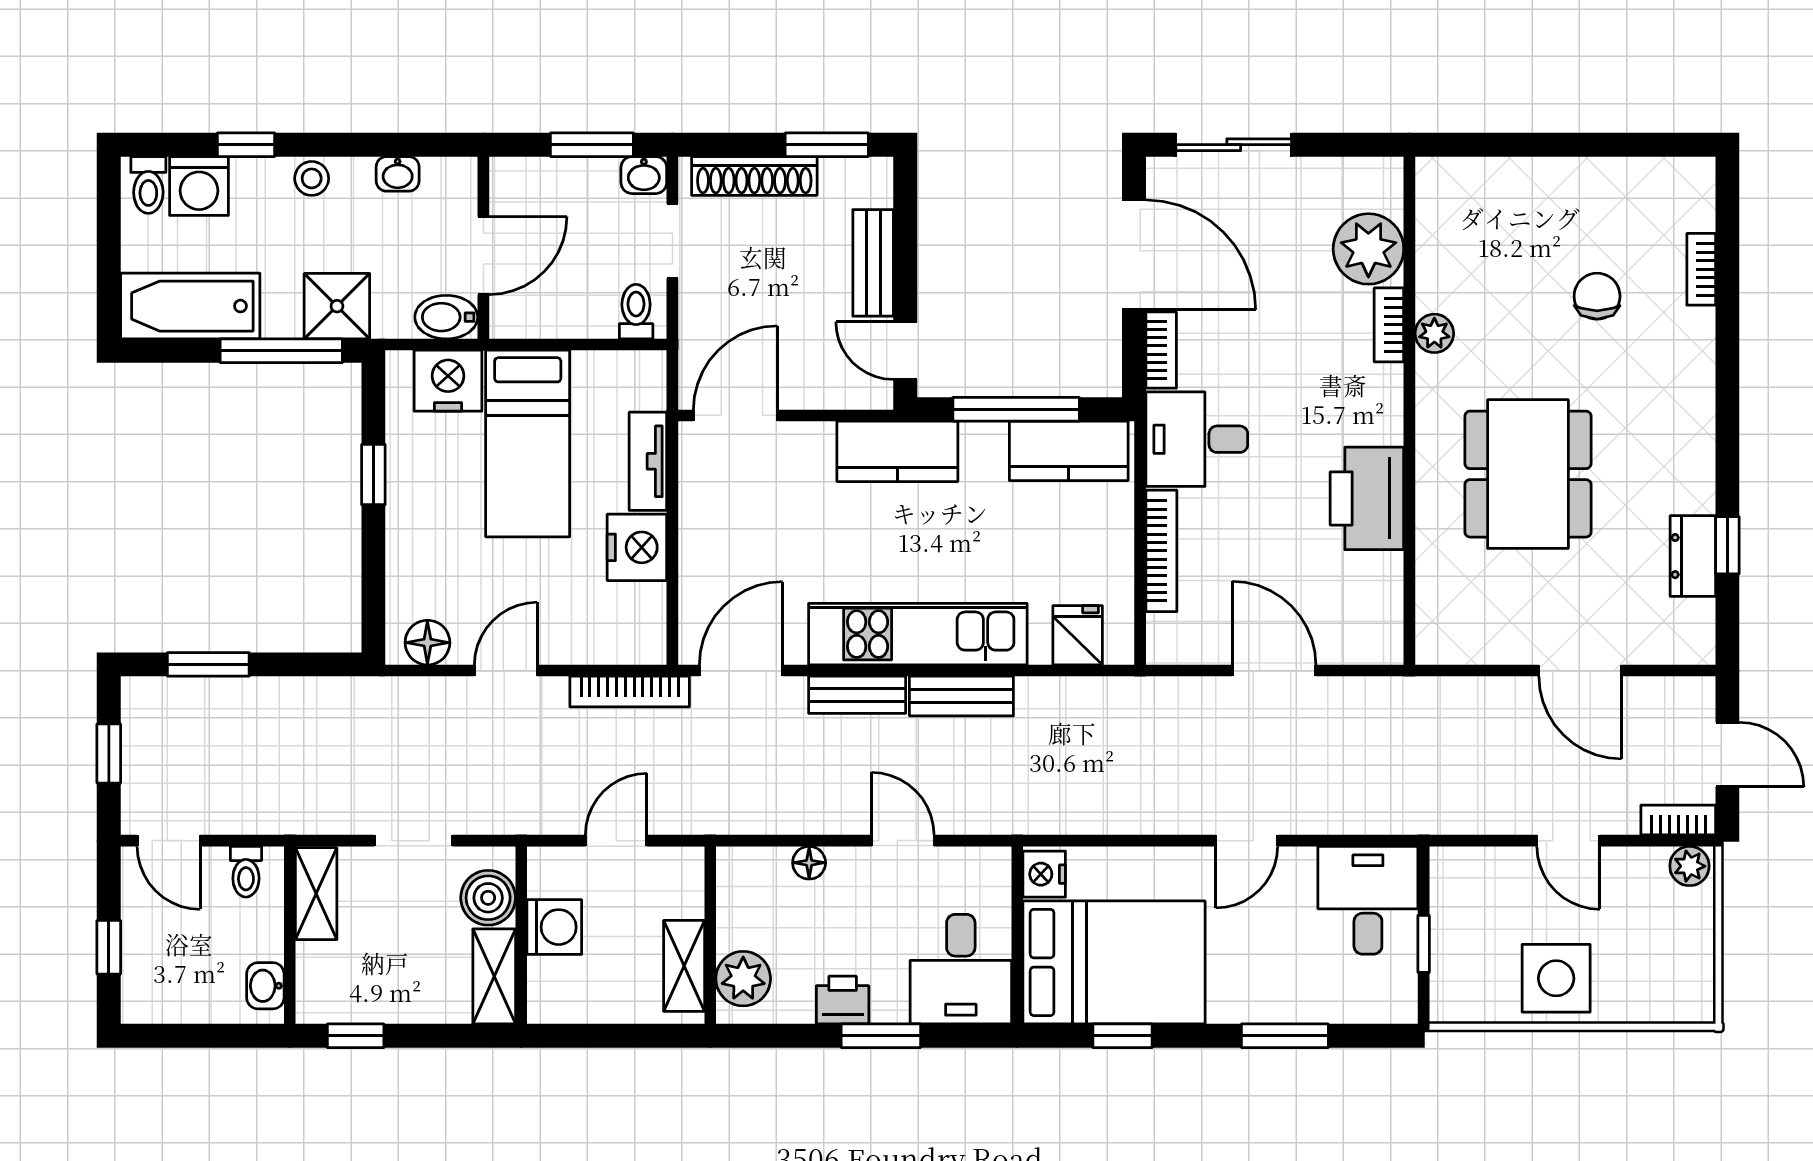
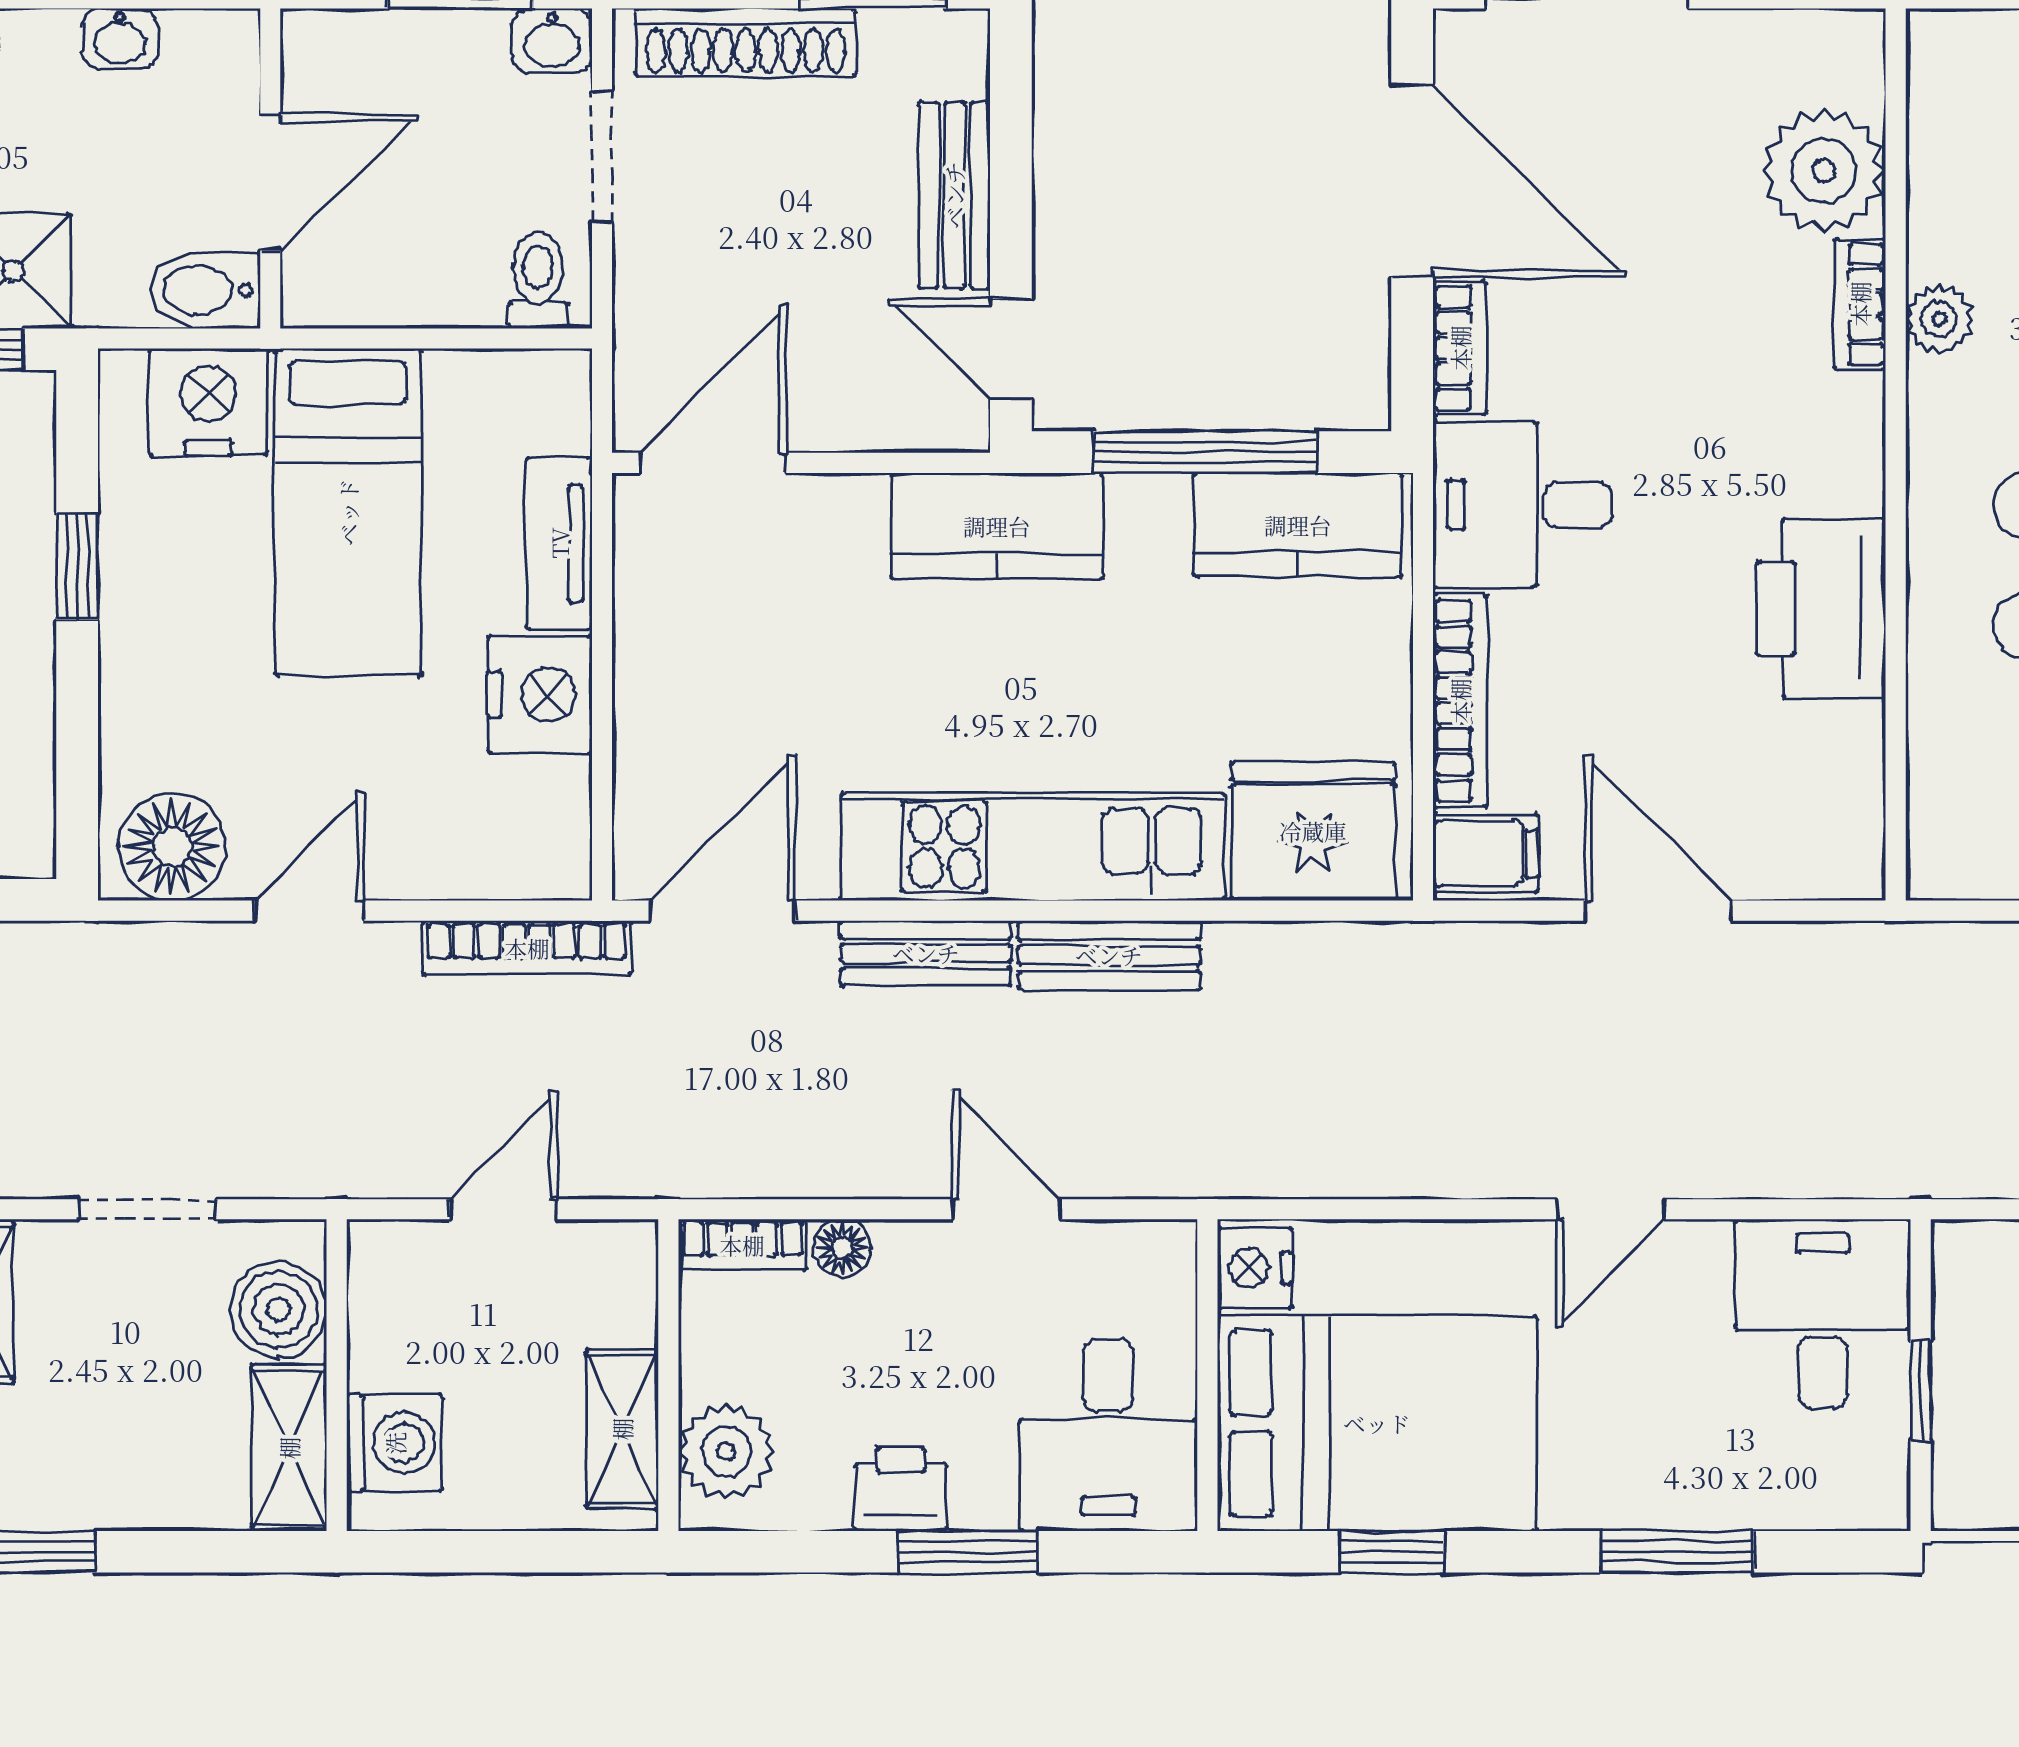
fridge: (1078, 635) -> (1313, 831), width x1.88, depth x1.34
filing cabinet: (1176, 638) -> (1486, 853), added
floor lamp: (427, 643) -> (172, 847), width x1.38, depth x1.38
bookcase: (752, 861) -> (742, 1245), added
washing machine: (554, 927) -> (395, 1443), moved

